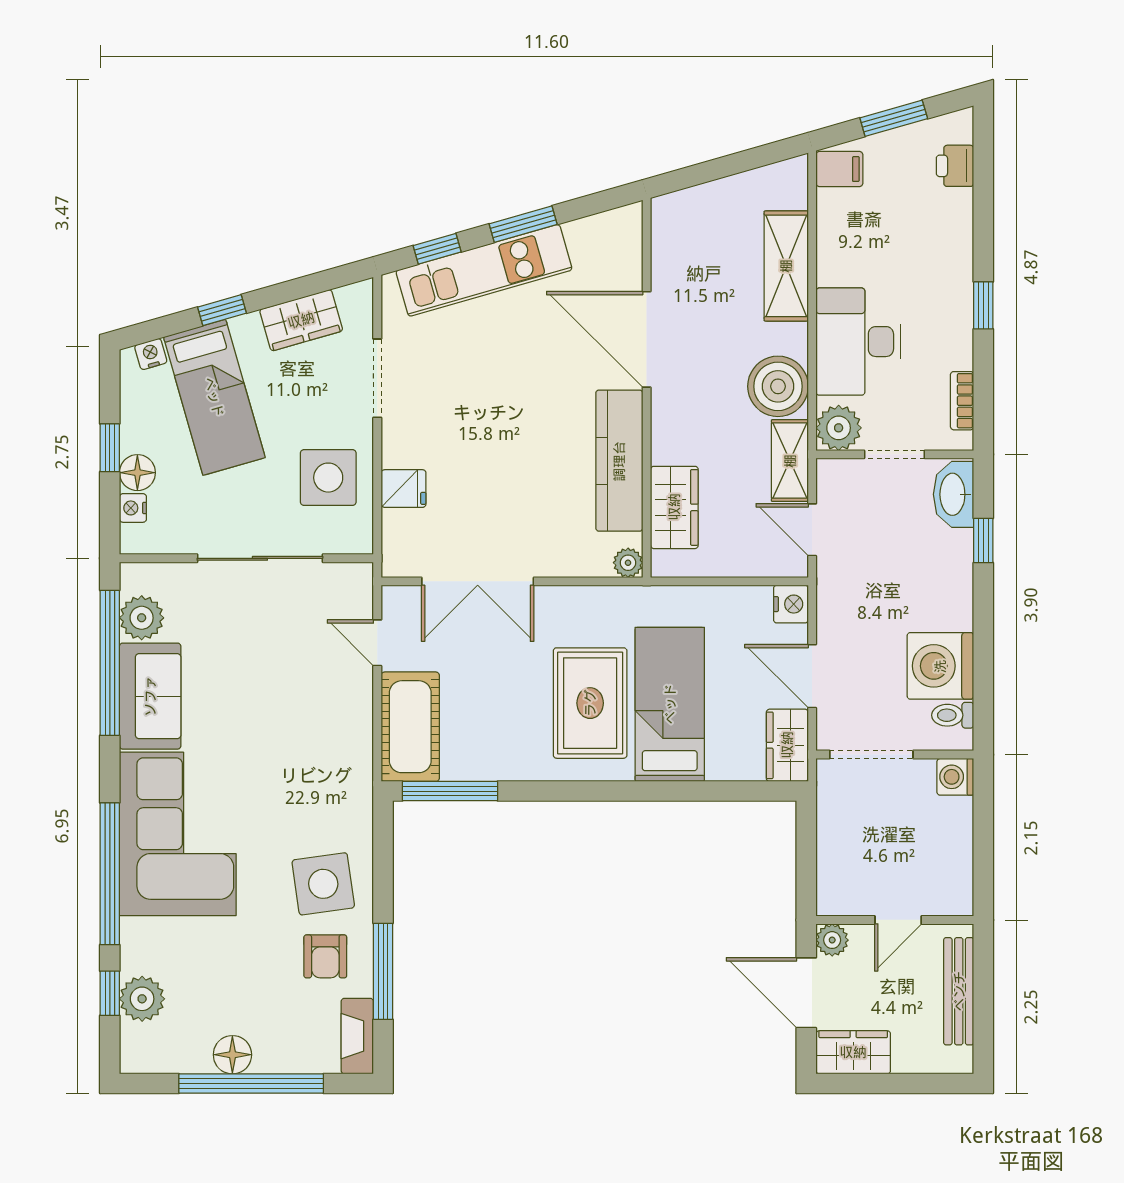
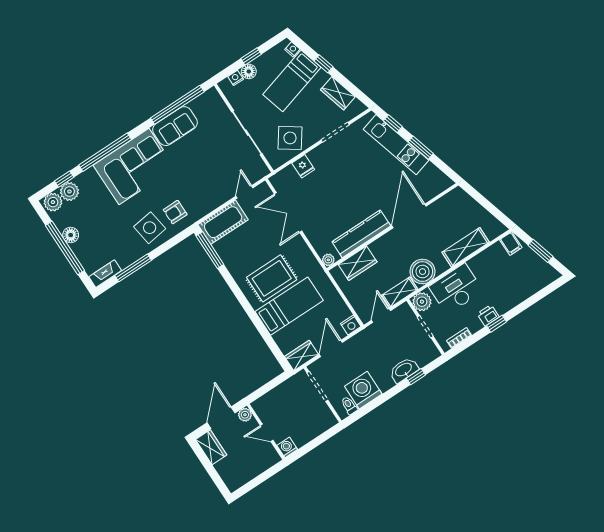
printer: (955, 166) -> (488, 315), moved
side table: (328, 478) -> (290, 138), turned 35
washbasin: (954, 494) -> (404, 370), moved
plant: (142, 618) -> (53, 202), moved
washing machine: (955, 777) -> (287, 447), moved
armchair: (325, 956) -> (175, 212), moved
bench: (959, 991) -> (256, 470), removed

